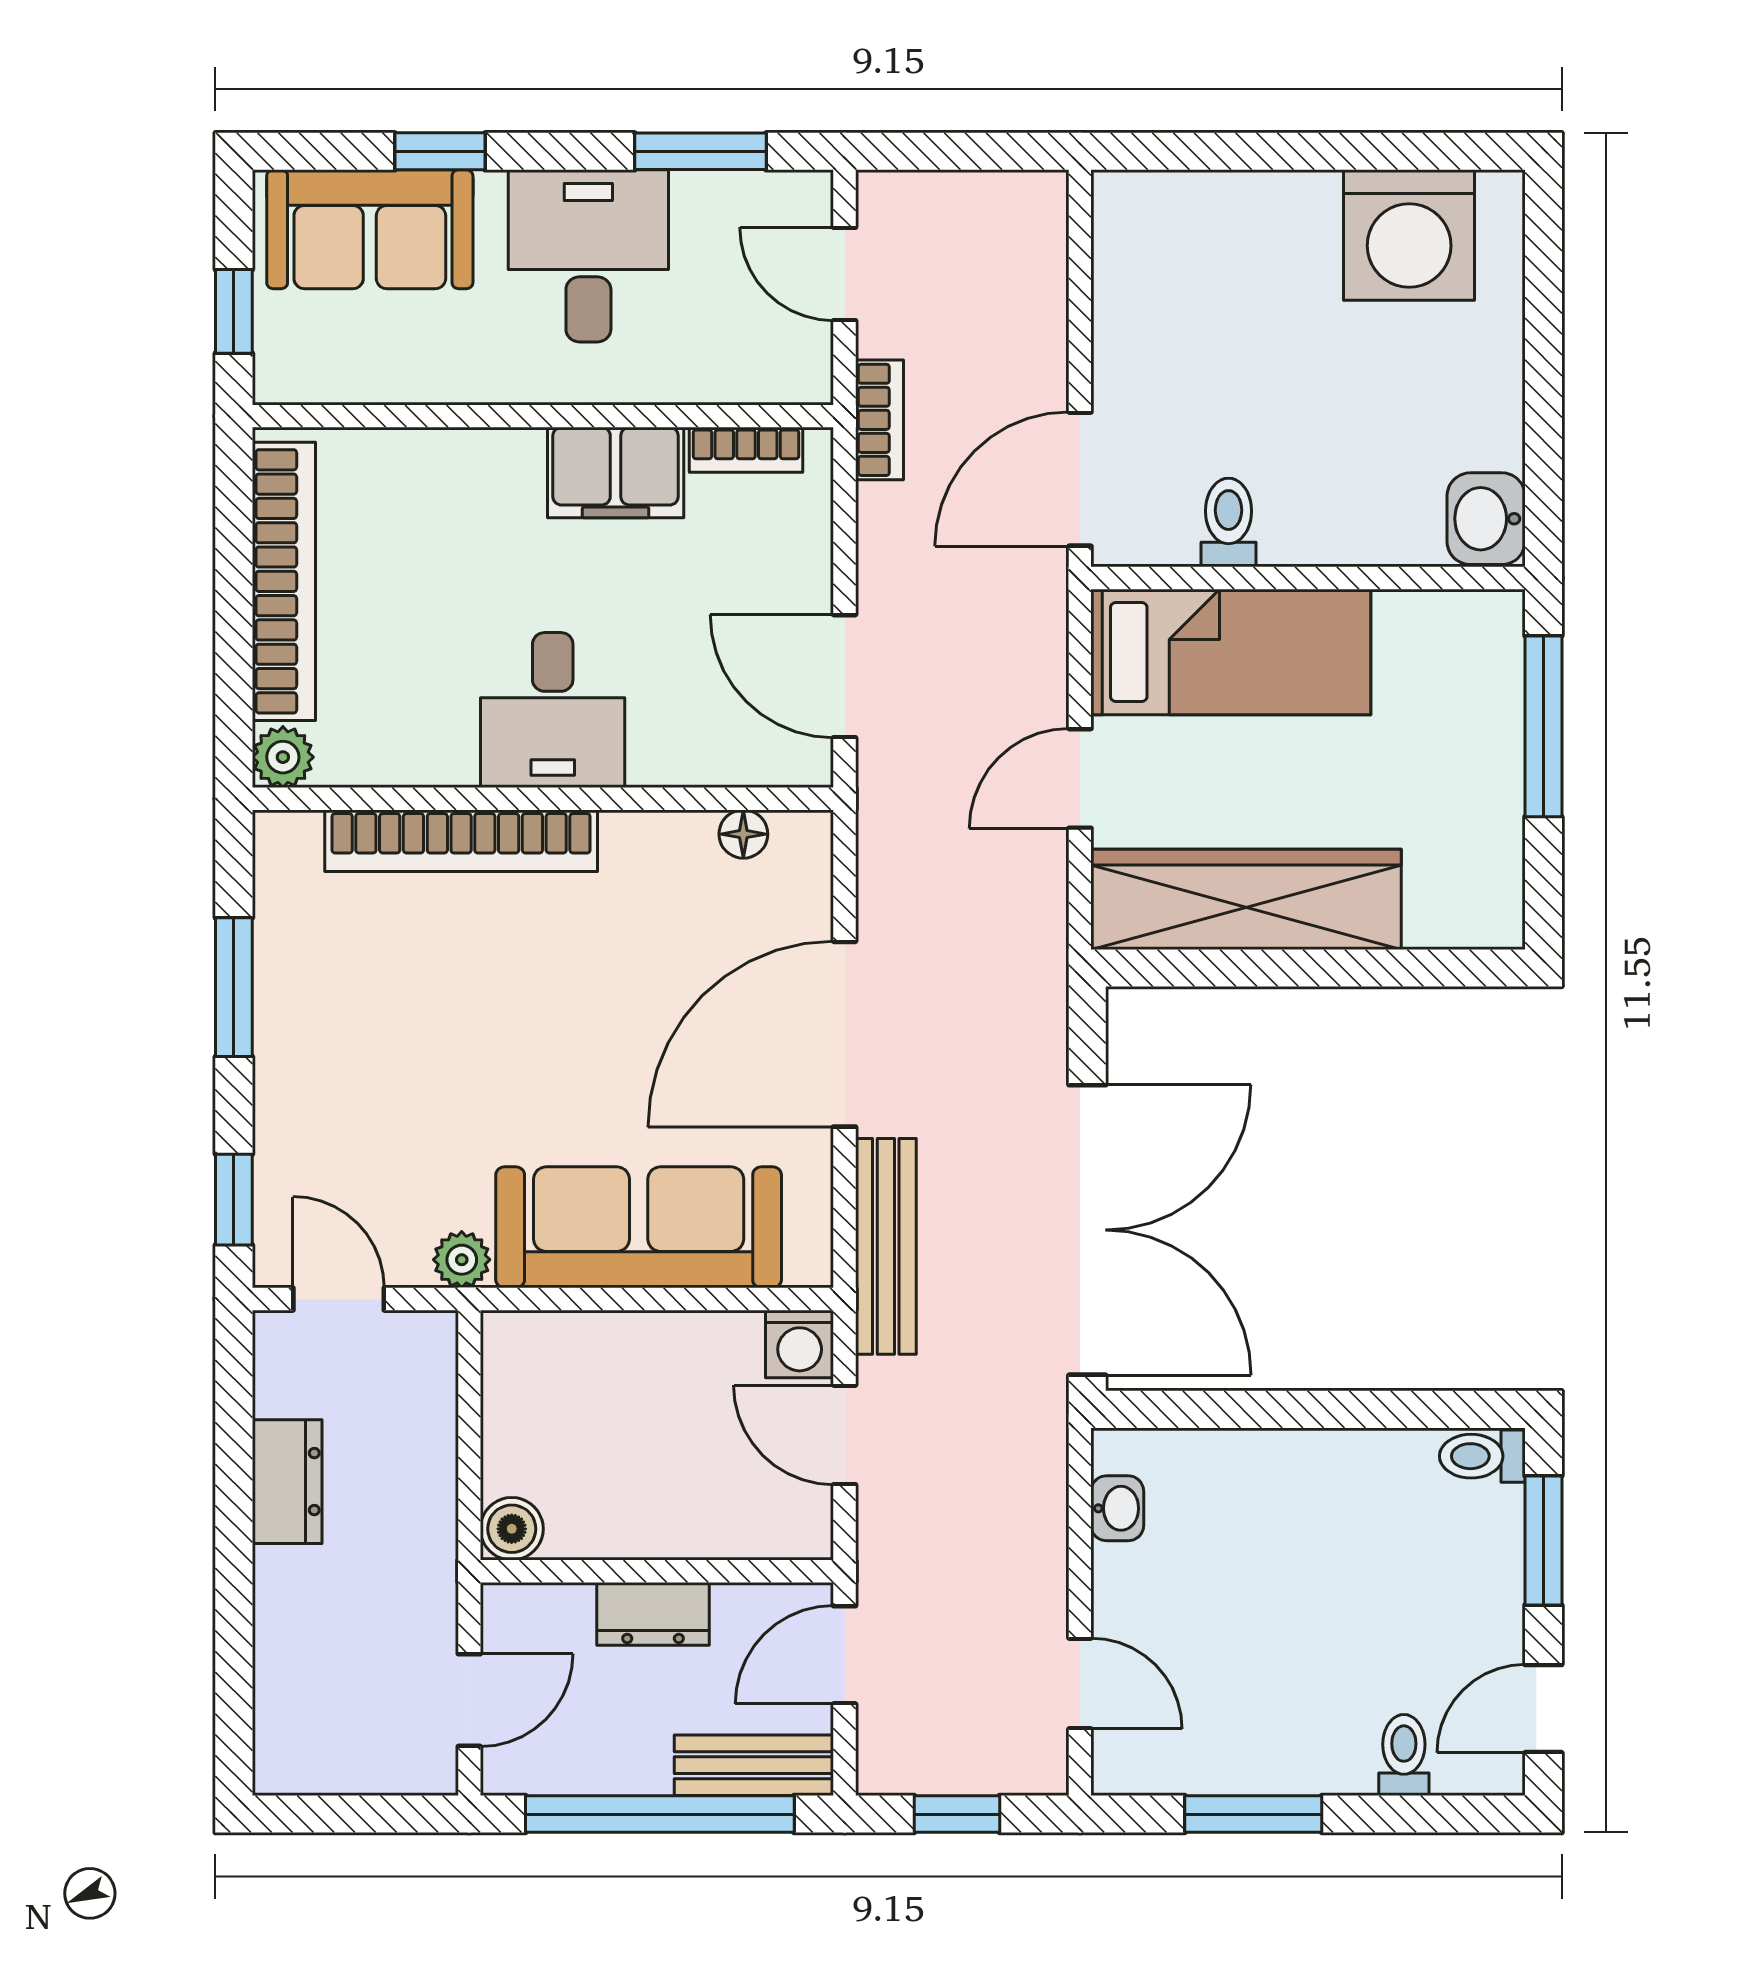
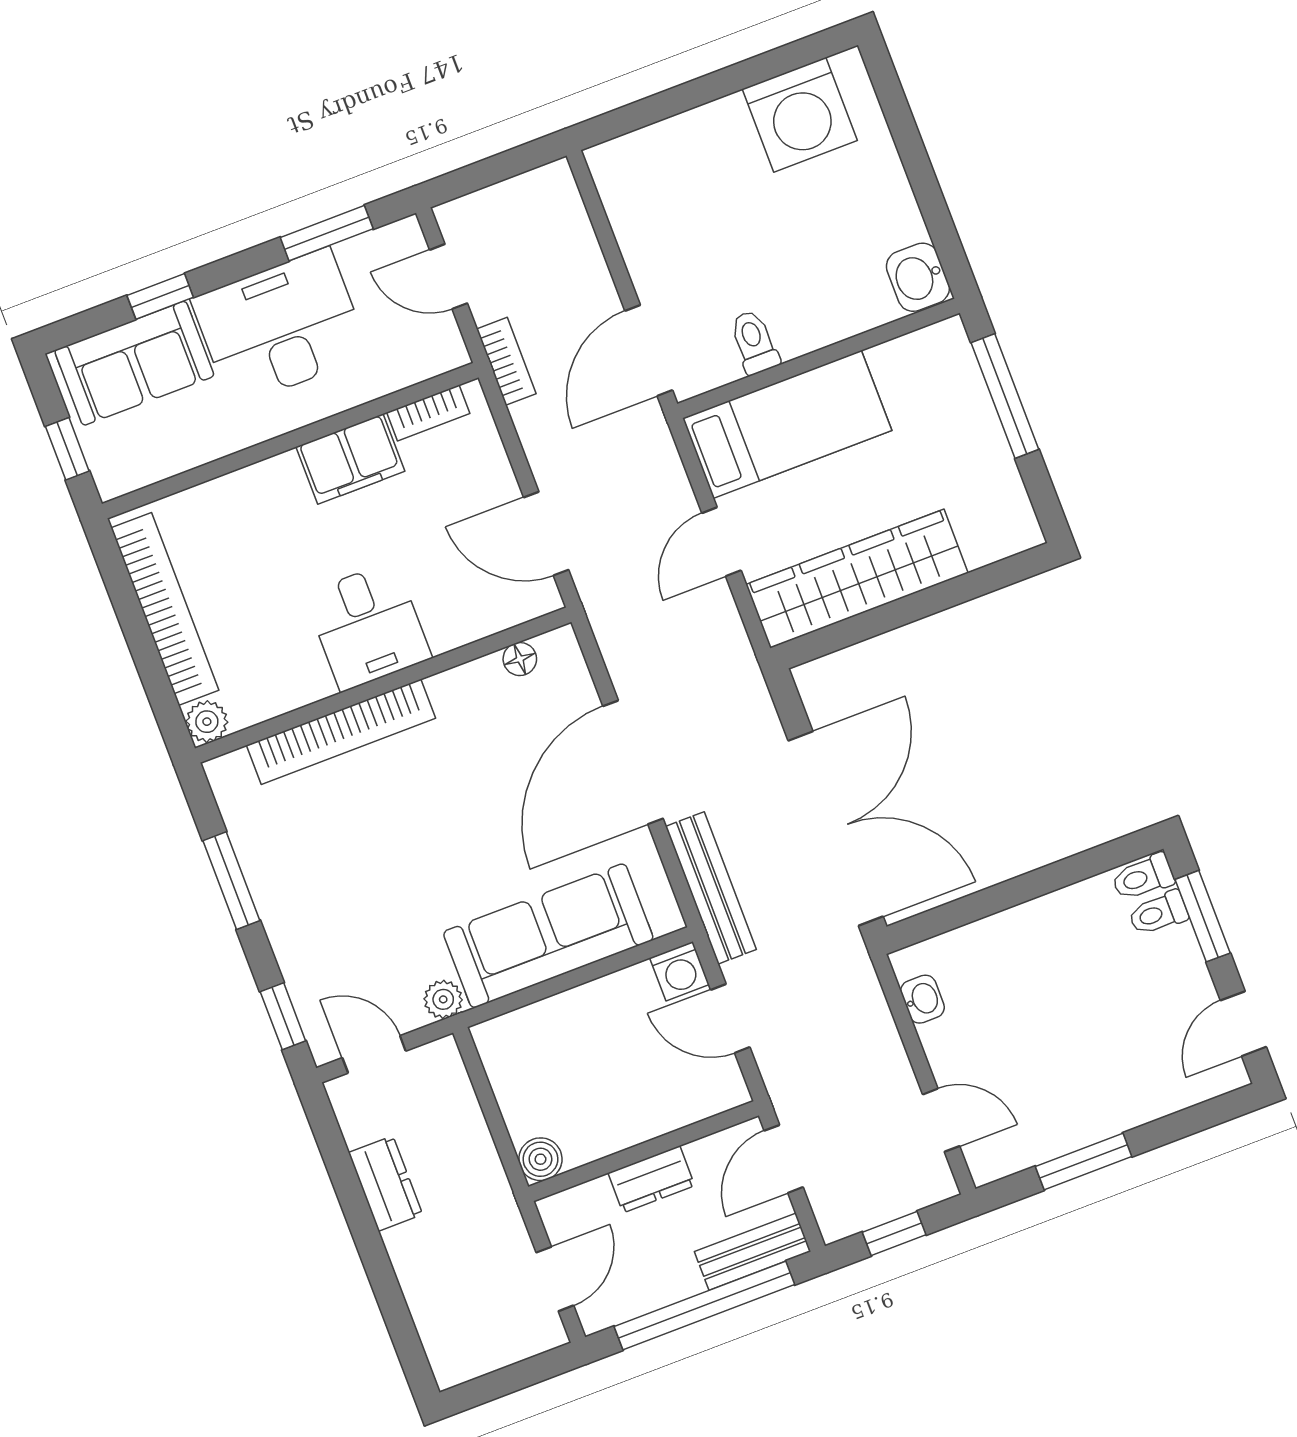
desk: (588, 256) -> (280, 327), width x1.37
toilet: (1404, 1755) -> (1158, 913), moved, turned -90

